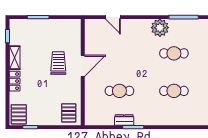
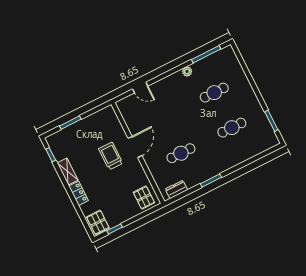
plant: (160, 28) -> (187, 71), width x0.53, depth x0.53
dresser: (124, 120) -> (176, 189), moved

